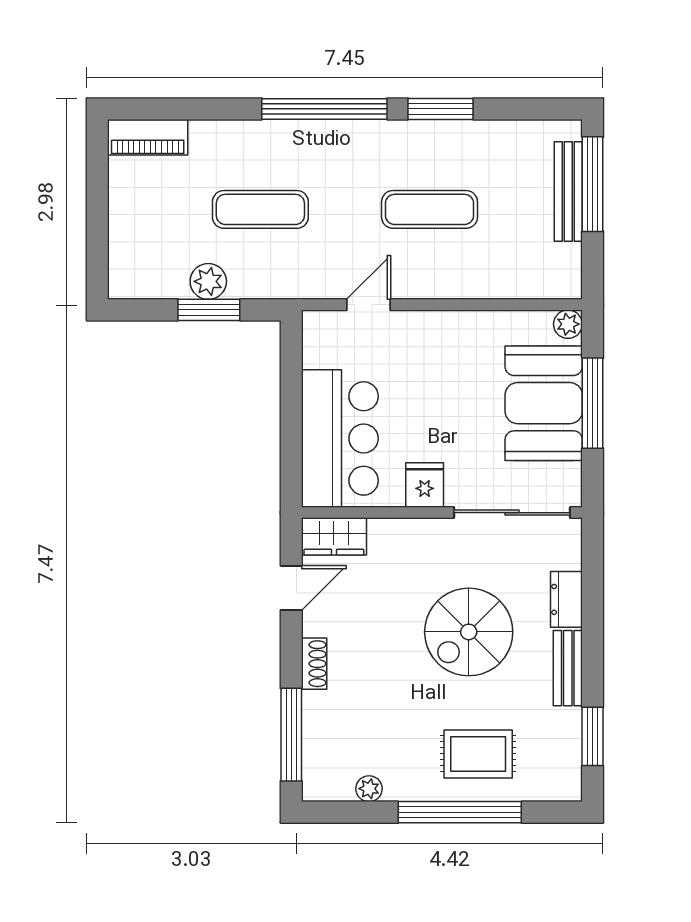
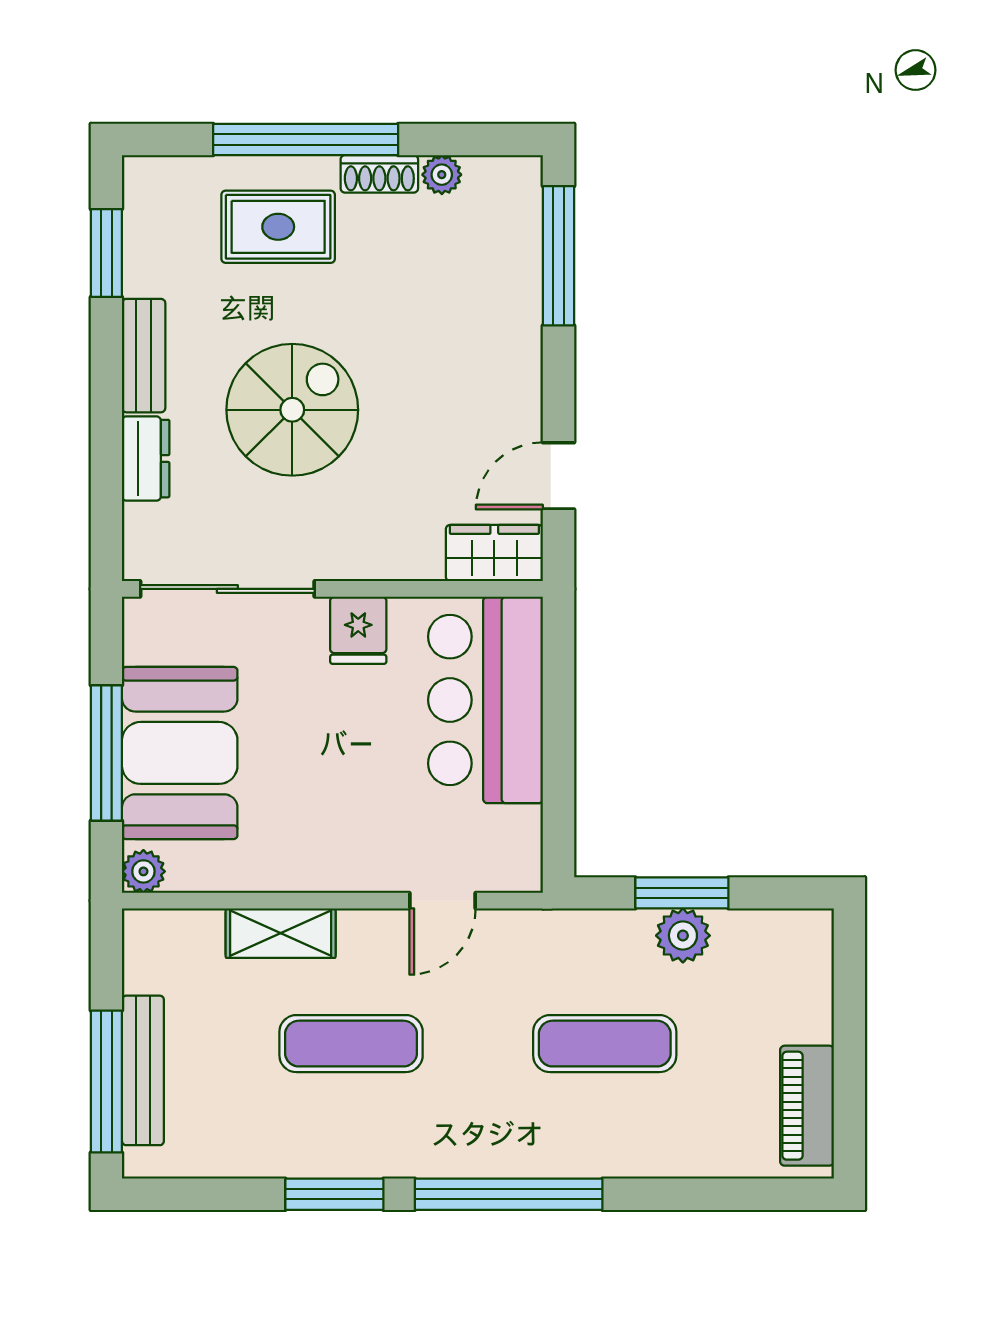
piano: (148, 137) -> (807, 1106), moved, turned -90
shelving: (476, 283) -> (281, 933), added
shoe rack: (314, 664) -> (379, 174), moved, turned -90

